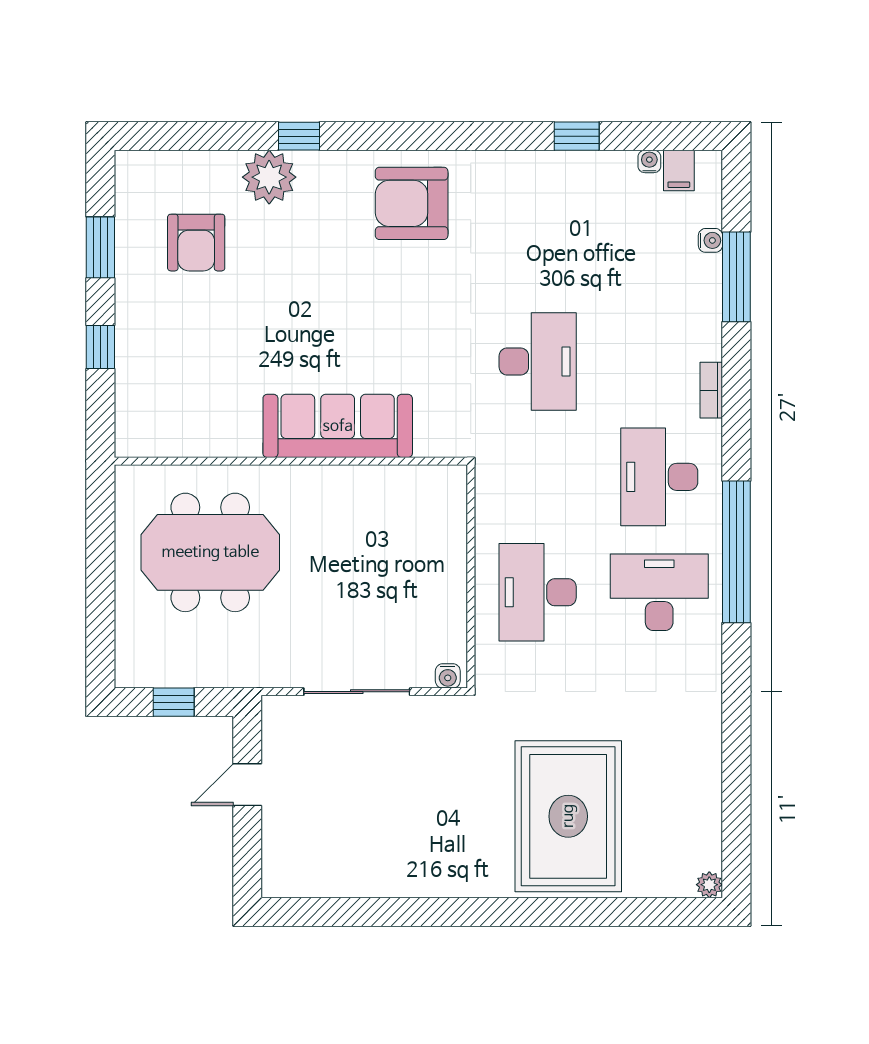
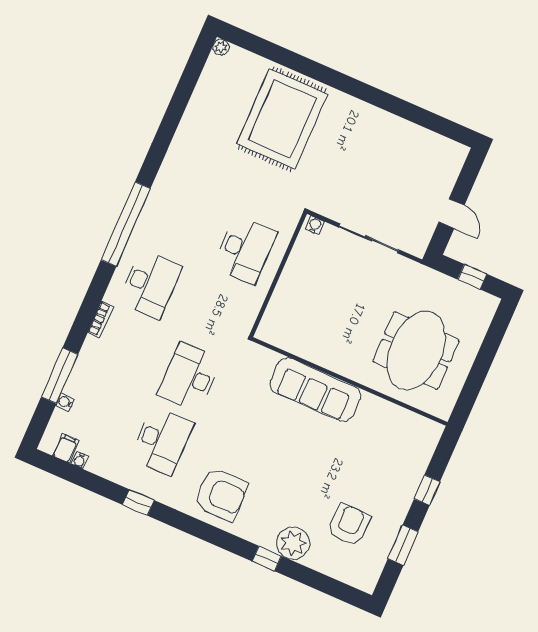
window: (577, 136) -> (138, 503), moved
meeting table: (210, 552) -> (416, 351), turned 90
desk: (659, 592) -> (162, 441), moved, turned -90
door: (247, 785) -> (452, 214), hinge flipped

